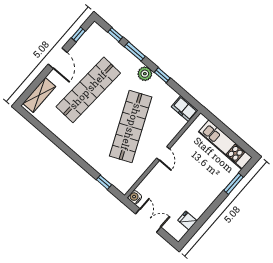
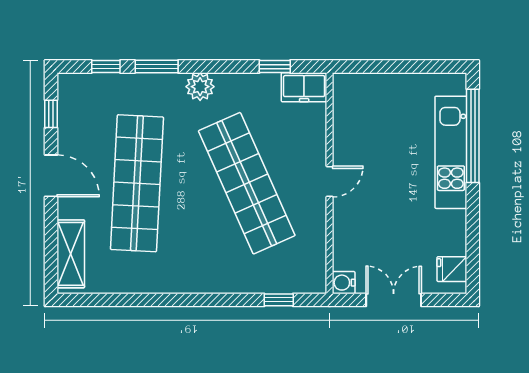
window: (162, 75) -> (275, 67), moved
kitchen unit: (225, 145) -> (451, 152), moved, turned 90
door: (163, 154) -> (330, 182), hinge flipped
window: (234, 184) -> (473, 136), width x2.11
fridge: (188, 221) -> (452, 269), moved

